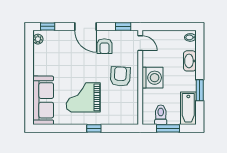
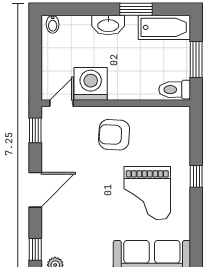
armchair: (104, 46) -> (66, 160), removed
washbasin: (190, 61) -> (108, 25), moved
washing machine: (153, 78) -> (91, 84), moved
toilet: (161, 115) -> (175, 90), moved

